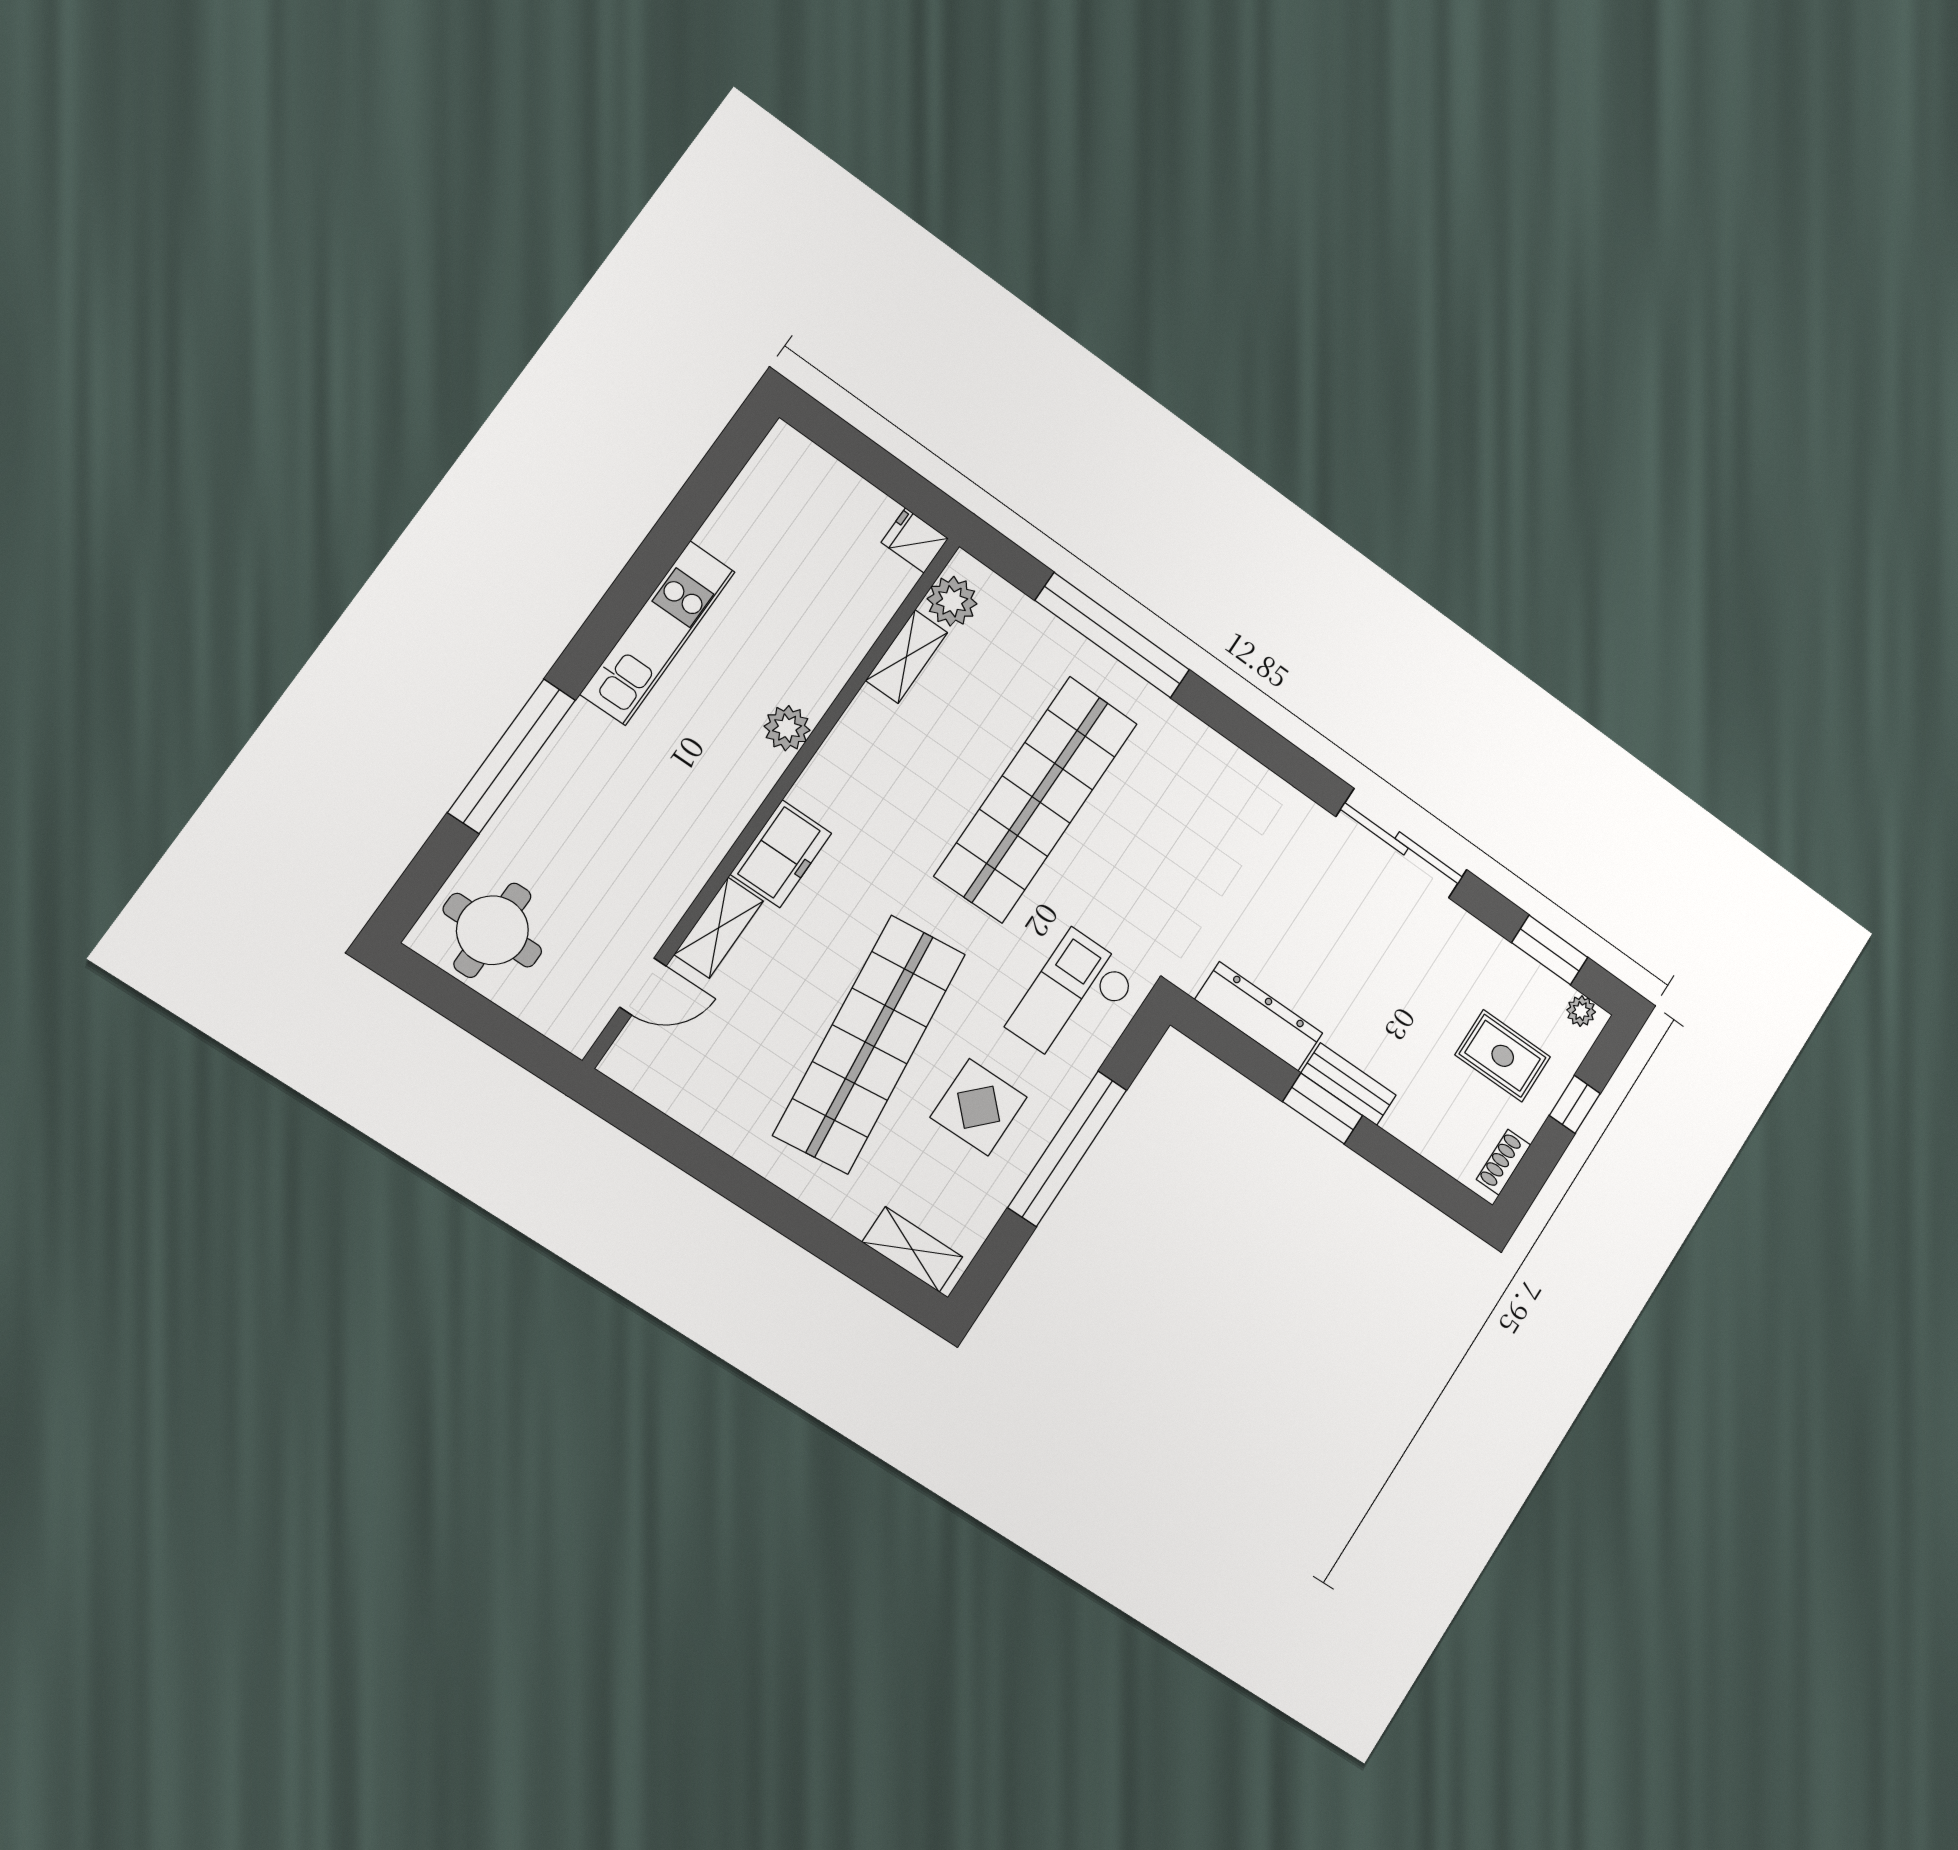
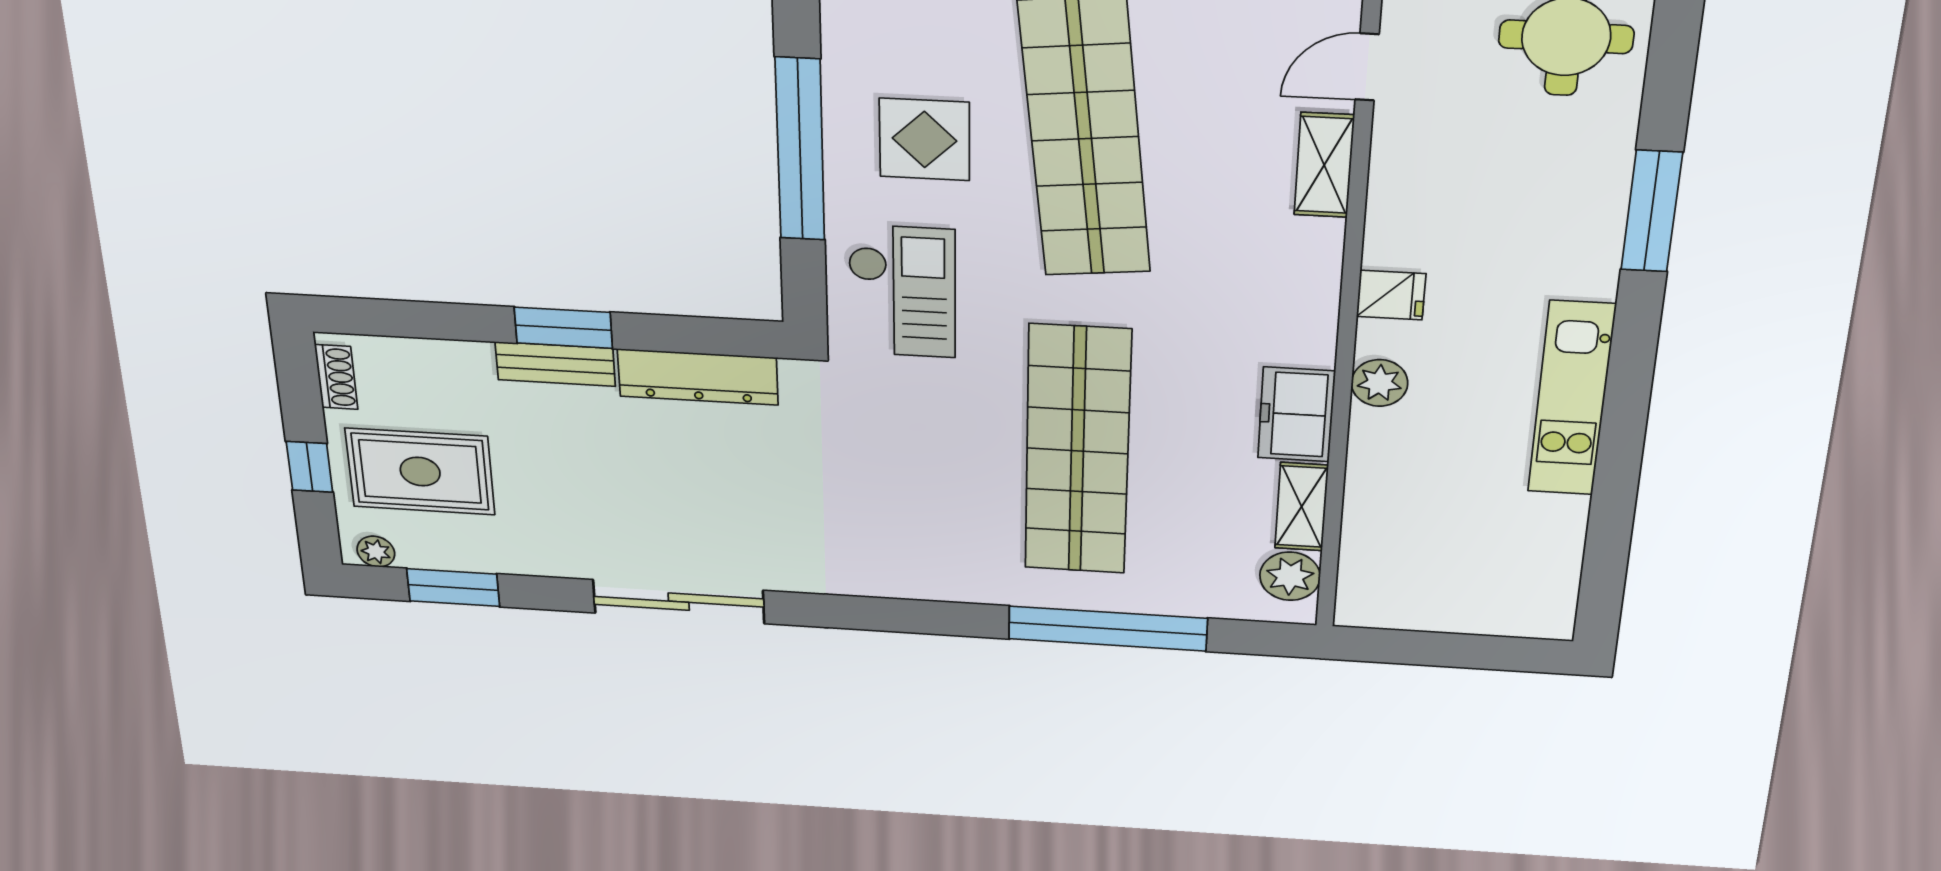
fridge: (915, 540) -> (1391, 295), moved
window: (512, 756) -> (1652, 211), width x0.68
freezer: (781, 854) -> (1296, 415), moved
rug: (1503, 1056) -> (420, 472), width x1.36, depth x1.43

